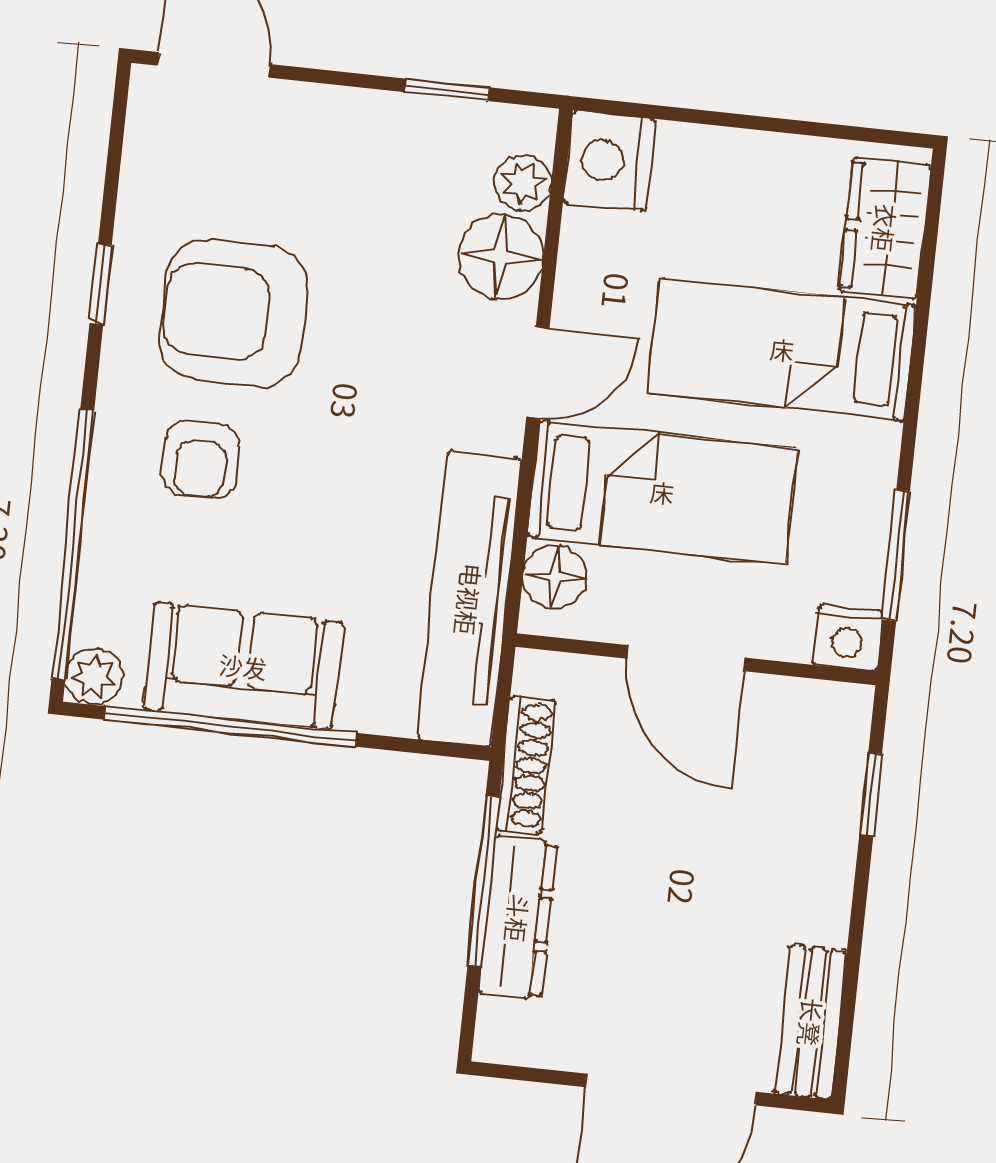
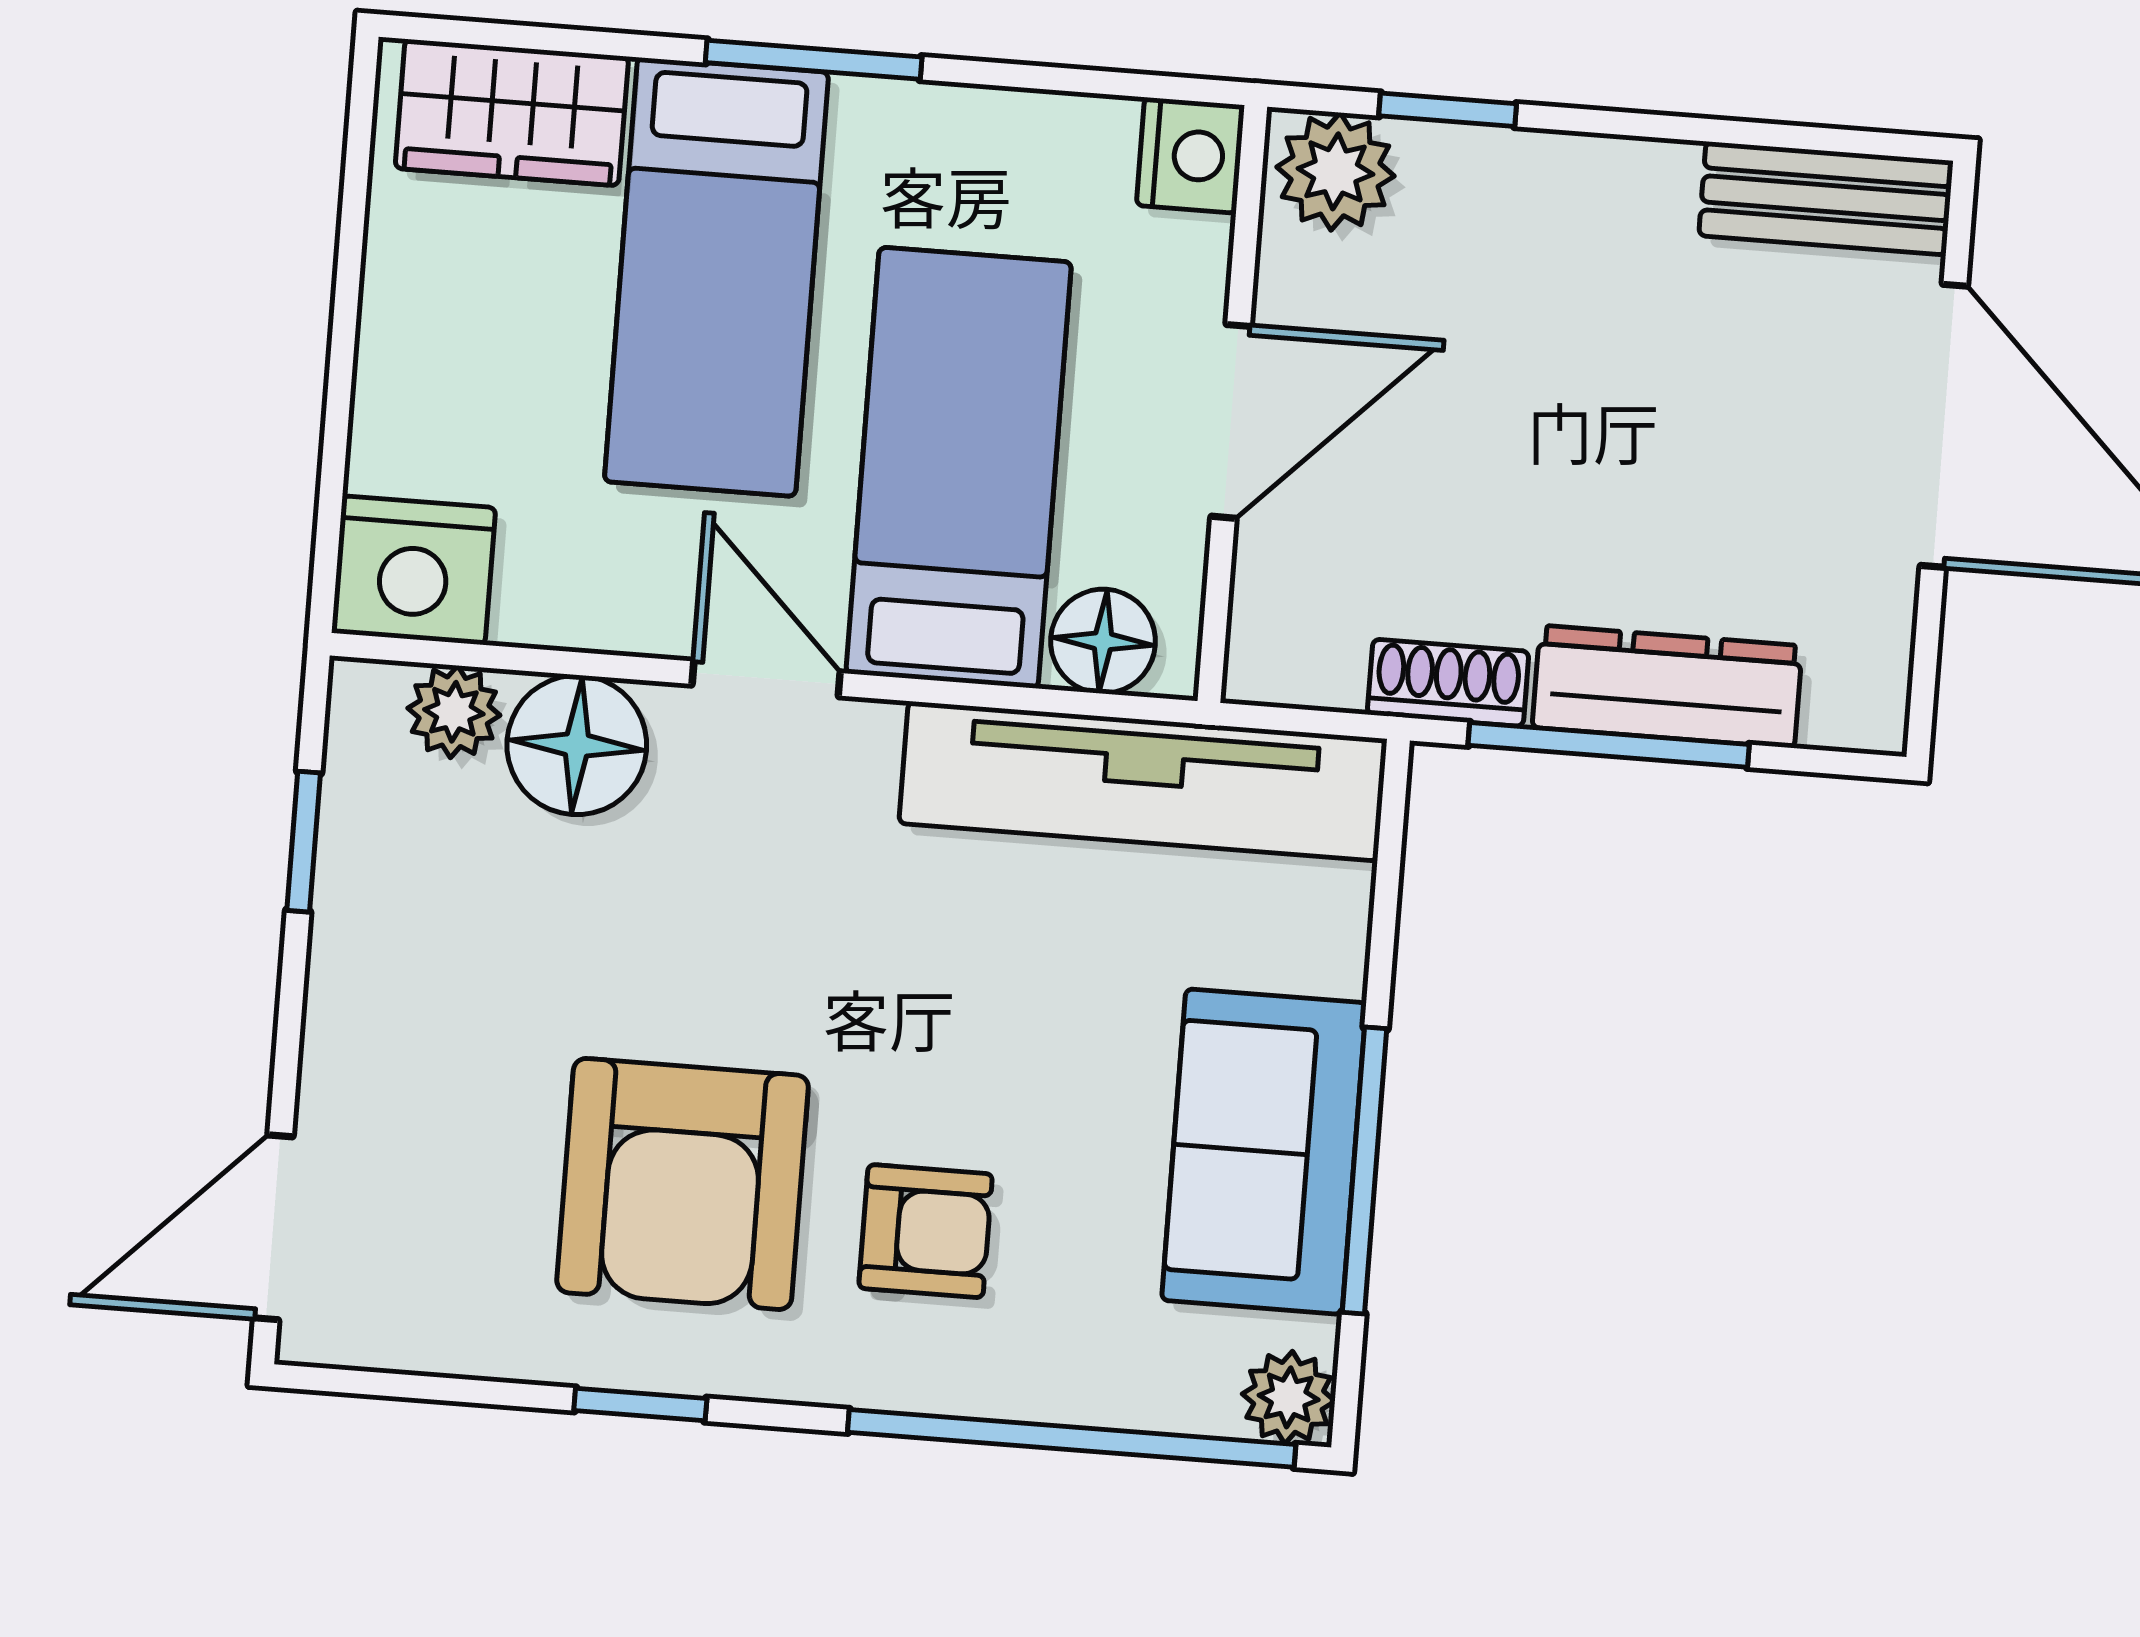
window: (896, 555) -> (814, 60), moved
window: (230, 726) -> (1365, 1170), width x0.68
plant: (835, 726) -> (1336, 171), added
shoe rack: (526, 765) -> (1448, 683), width x0.70

